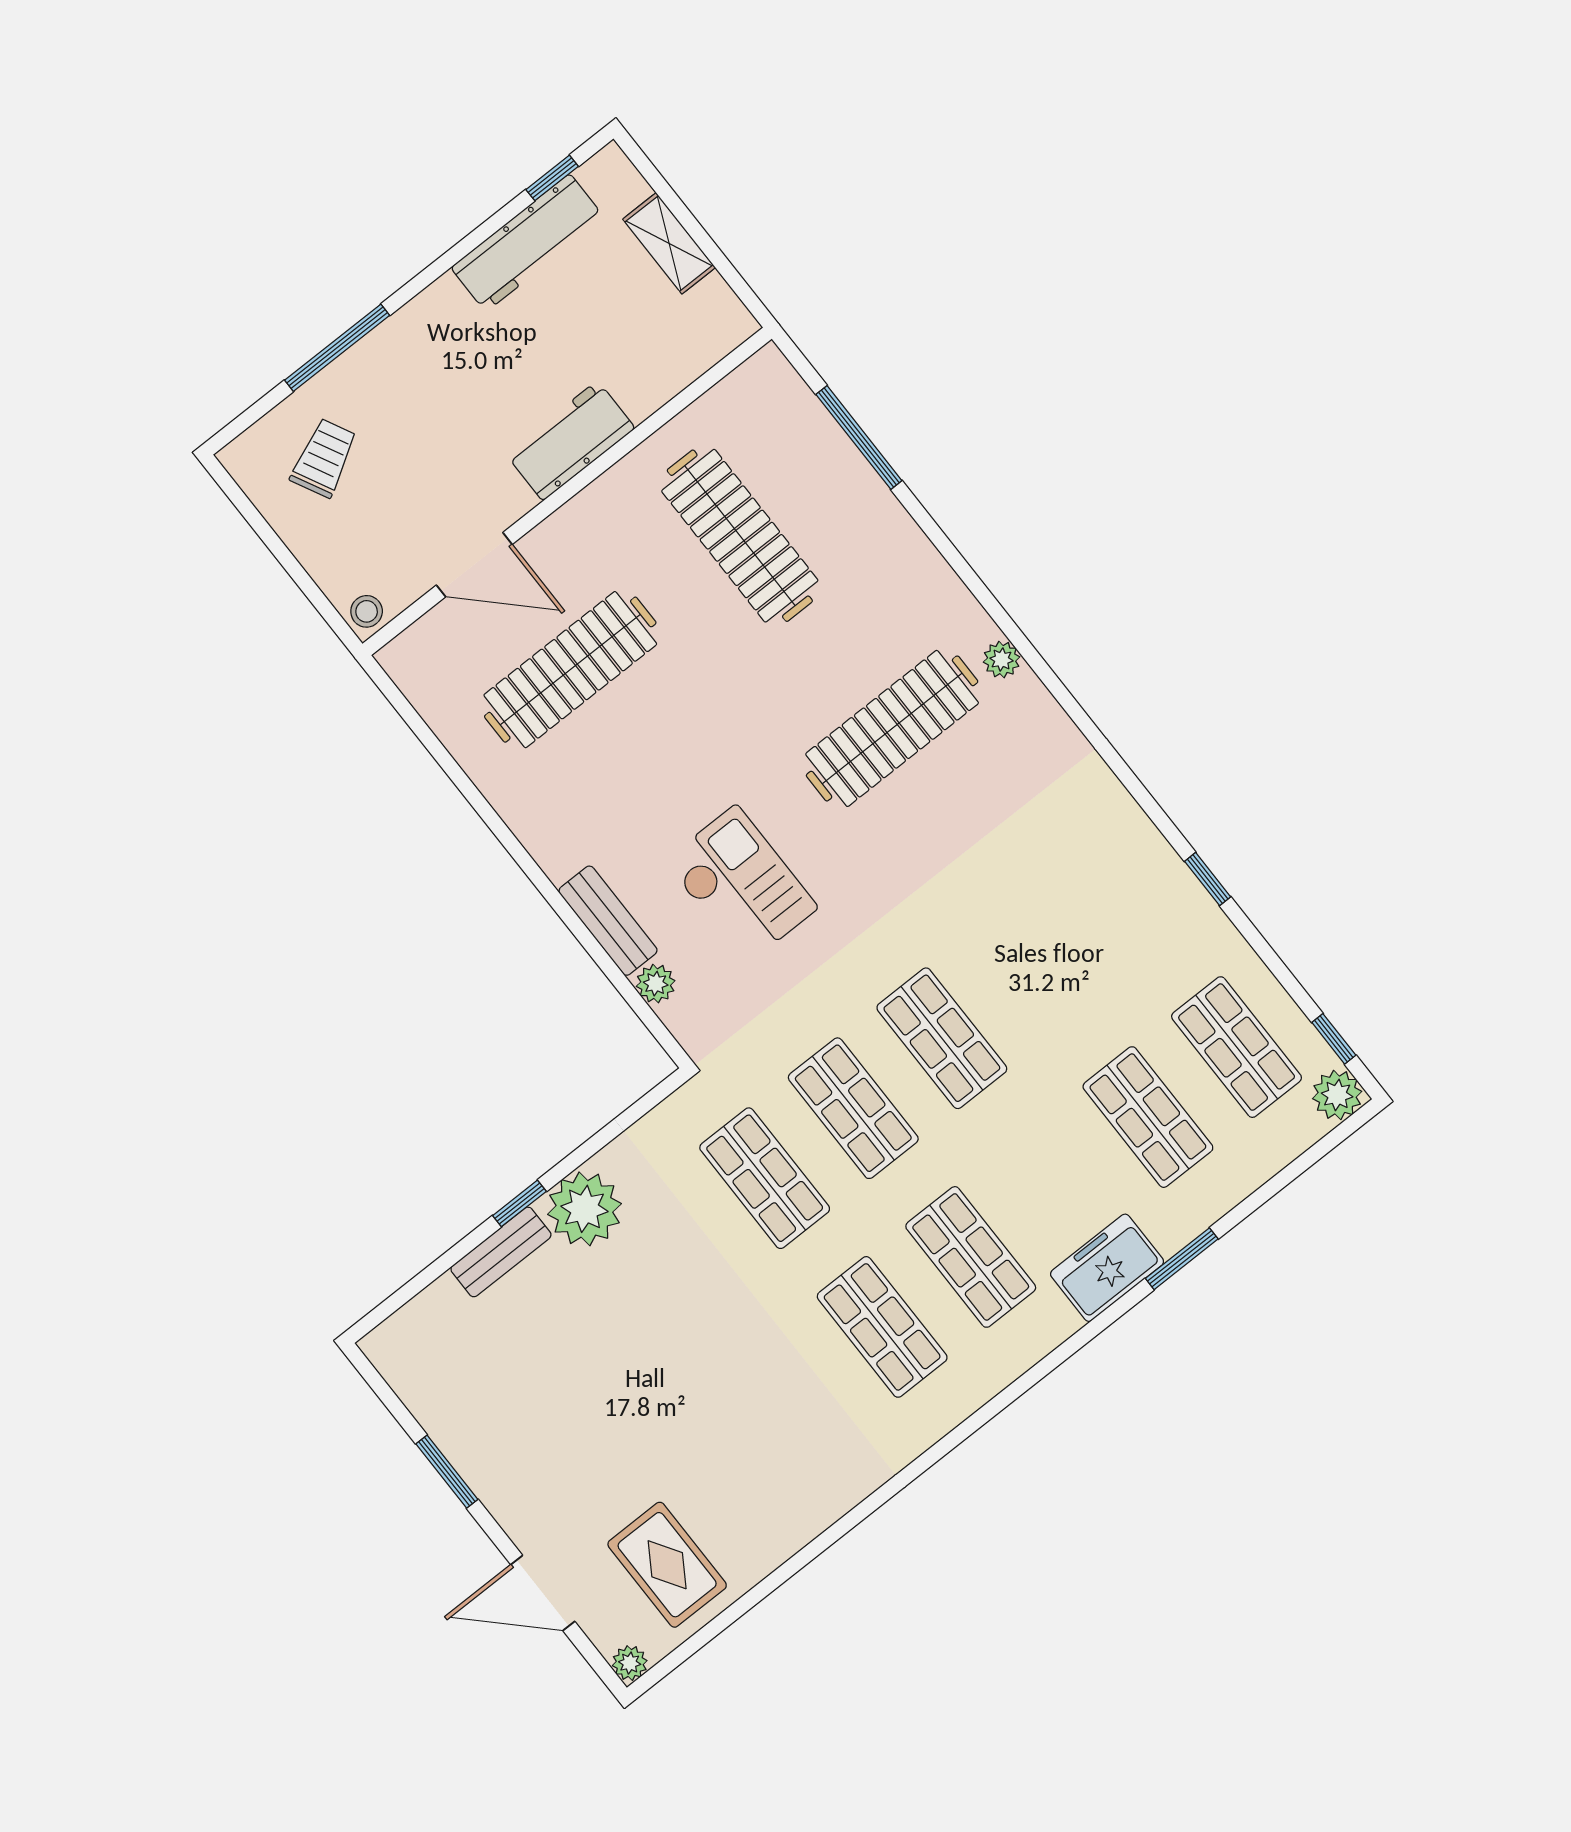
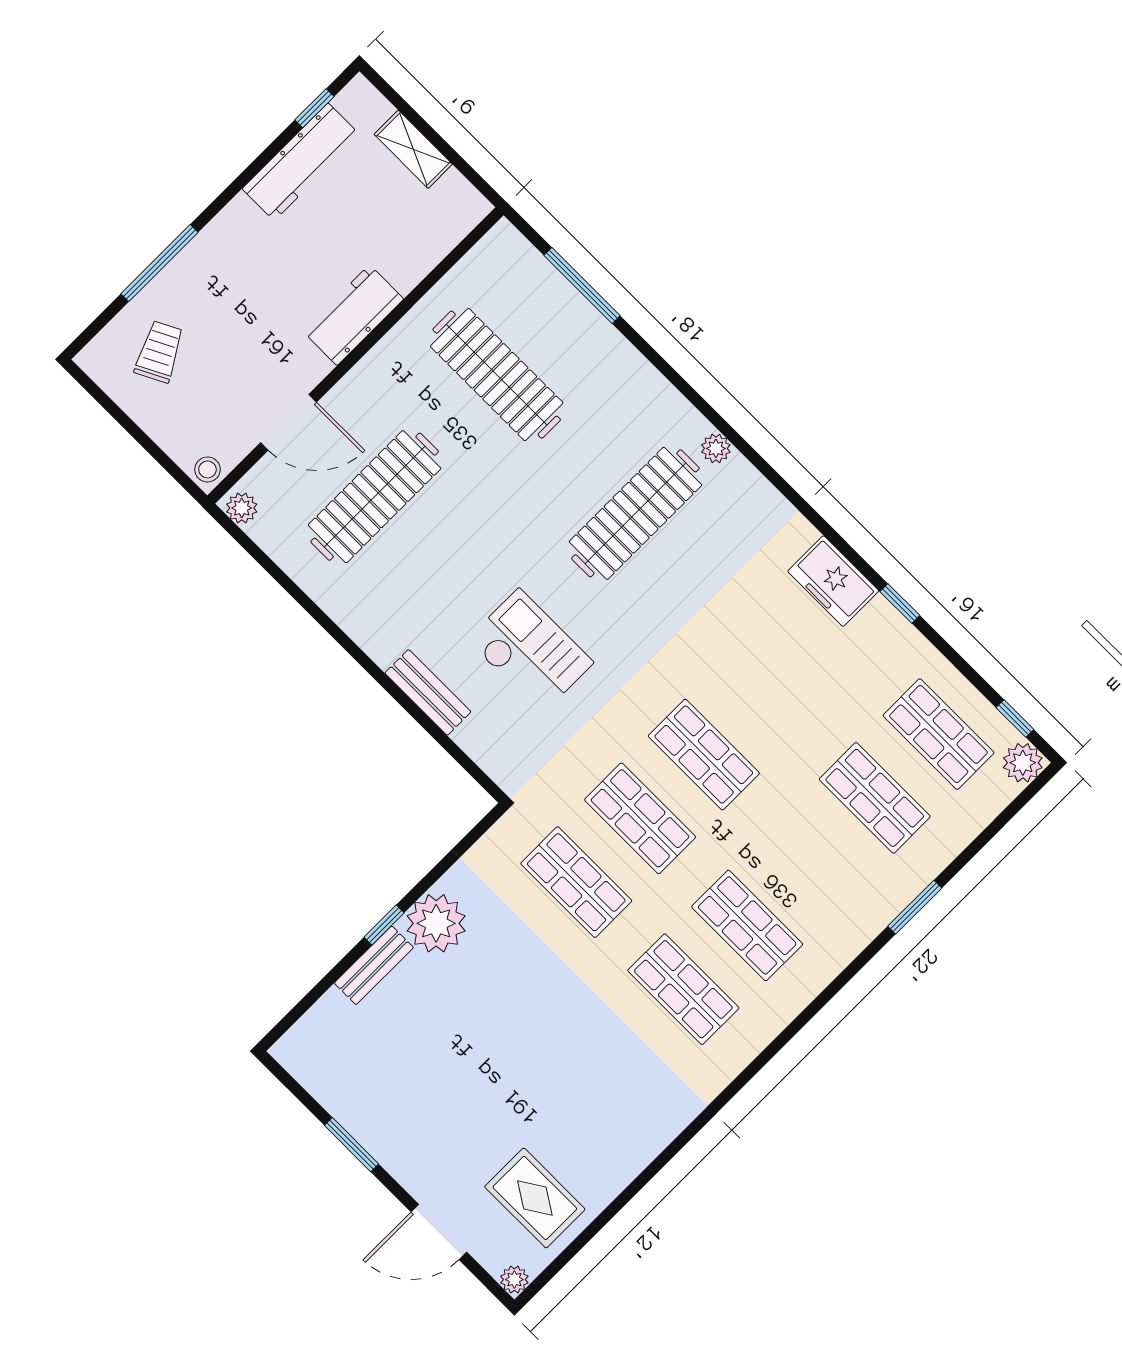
plant: (656, 984) -> (242, 508), moved
freezer: (1107, 1268) -> (833, 581), moved, turned -90

